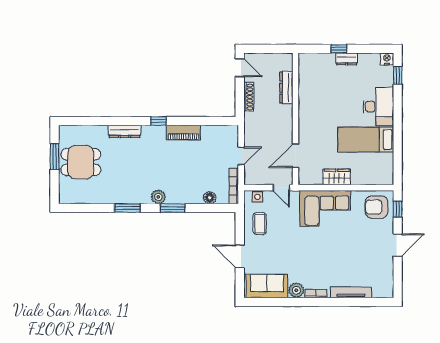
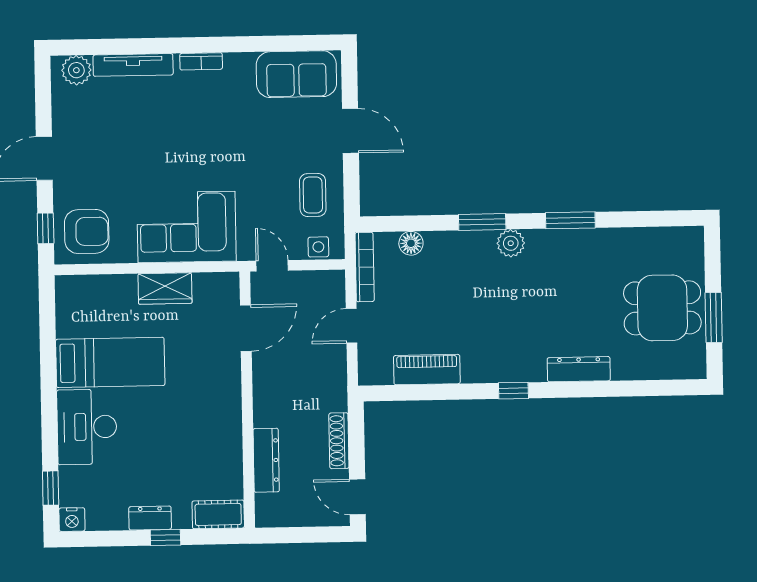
cot: (312, 60) -> (218, 514), added
piano: (183, 133) -> (427, 370), moved
plant: (296, 290) -> (76, 70), moved

